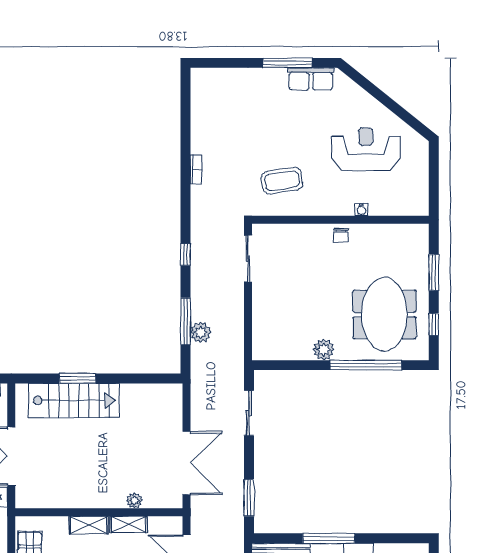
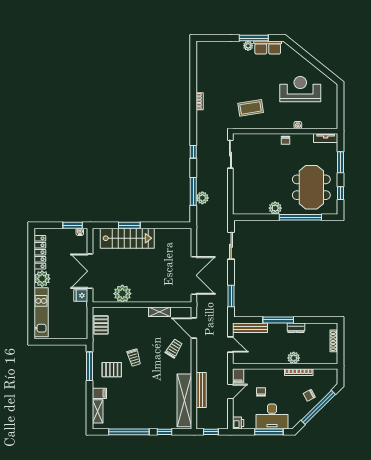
plant: (278, 76) -> (248, 46), added
tv unit: (409, 231) -> (326, 138), added
plant: (134, 501) -> (122, 294), moved, width x1.88, depth x1.88
shelving: (89, 525) -> (136, 312), removed

